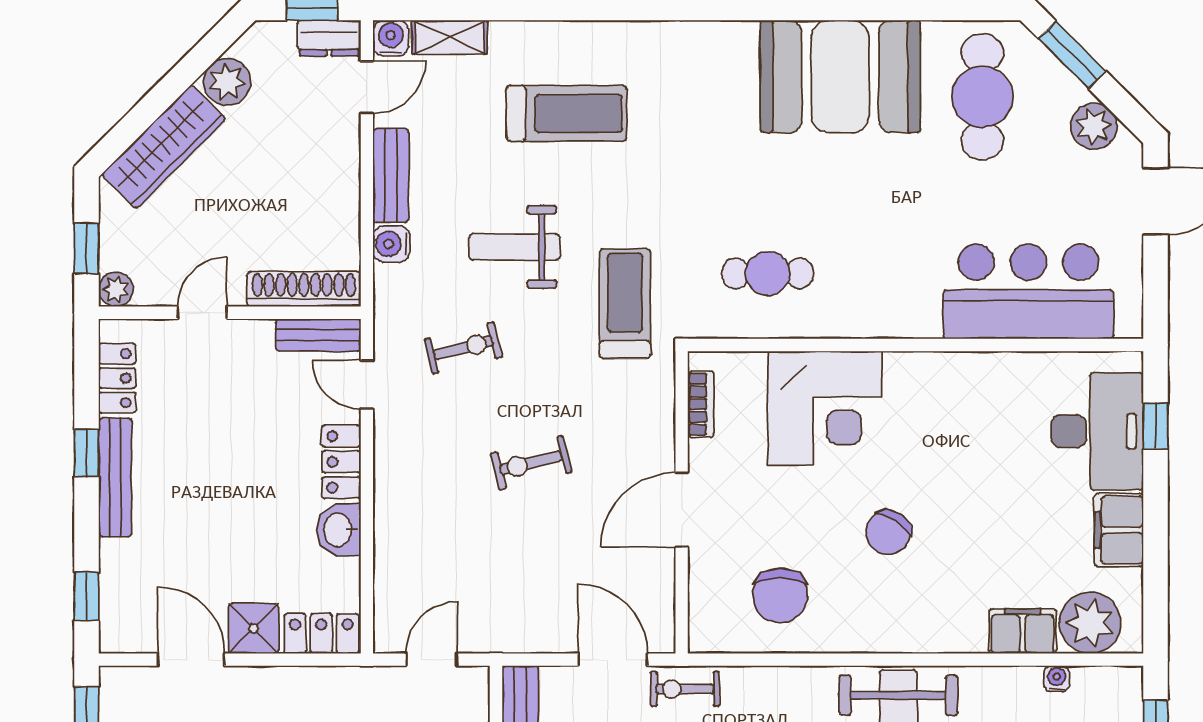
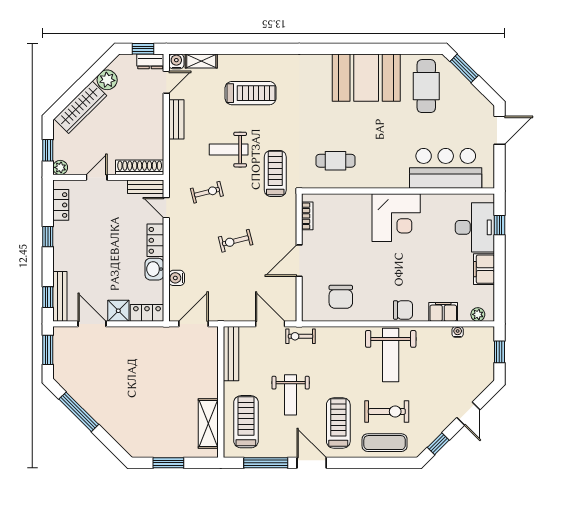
plant: (1094, 126) -> (473, 99), removed
water cooler: (391, 244) -> (177, 278), moved
corner desk: (825, 408) -> (396, 218), moved
bench: (115, 477) -> (60, 296), moved
chair: (888, 532) -> (403, 310), moved, turned -124
plant: (1090, 623) -> (478, 314), width x0.53, depth x0.53
door: (432, 660) -> (194, 324), width x1.38

